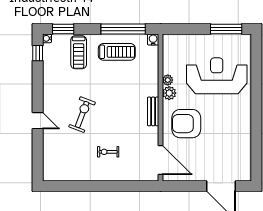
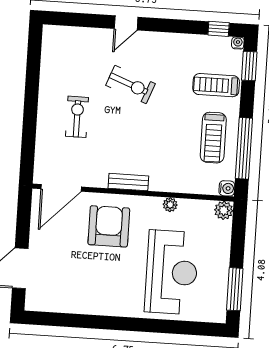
plant: (169, 93) -> (224, 210), moved
exercise bike: (108, 152) -> (77, 117), width x1.38, depth x1.39

